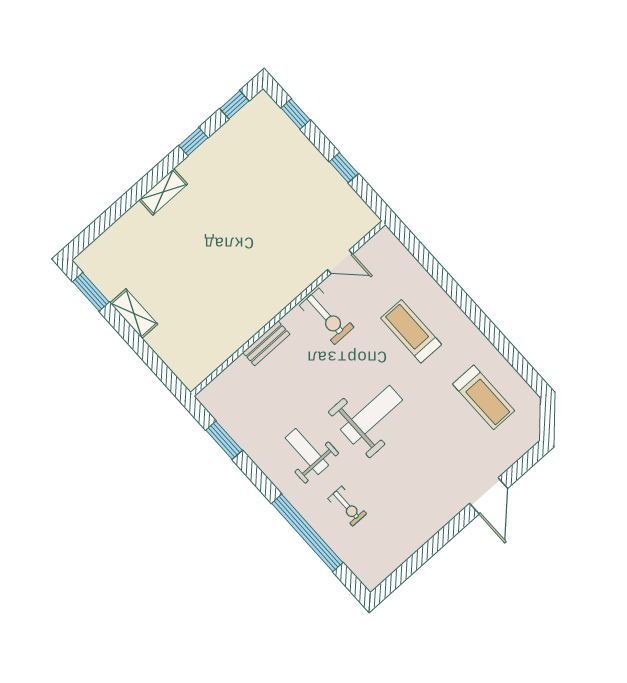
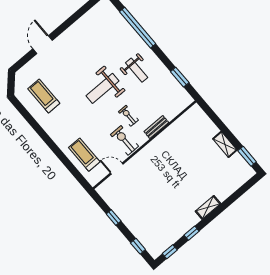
treadmill: (411, 331) -> (84, 155), moved, turned 180
exercise bike: (347, 506) -> (128, 116), moved

